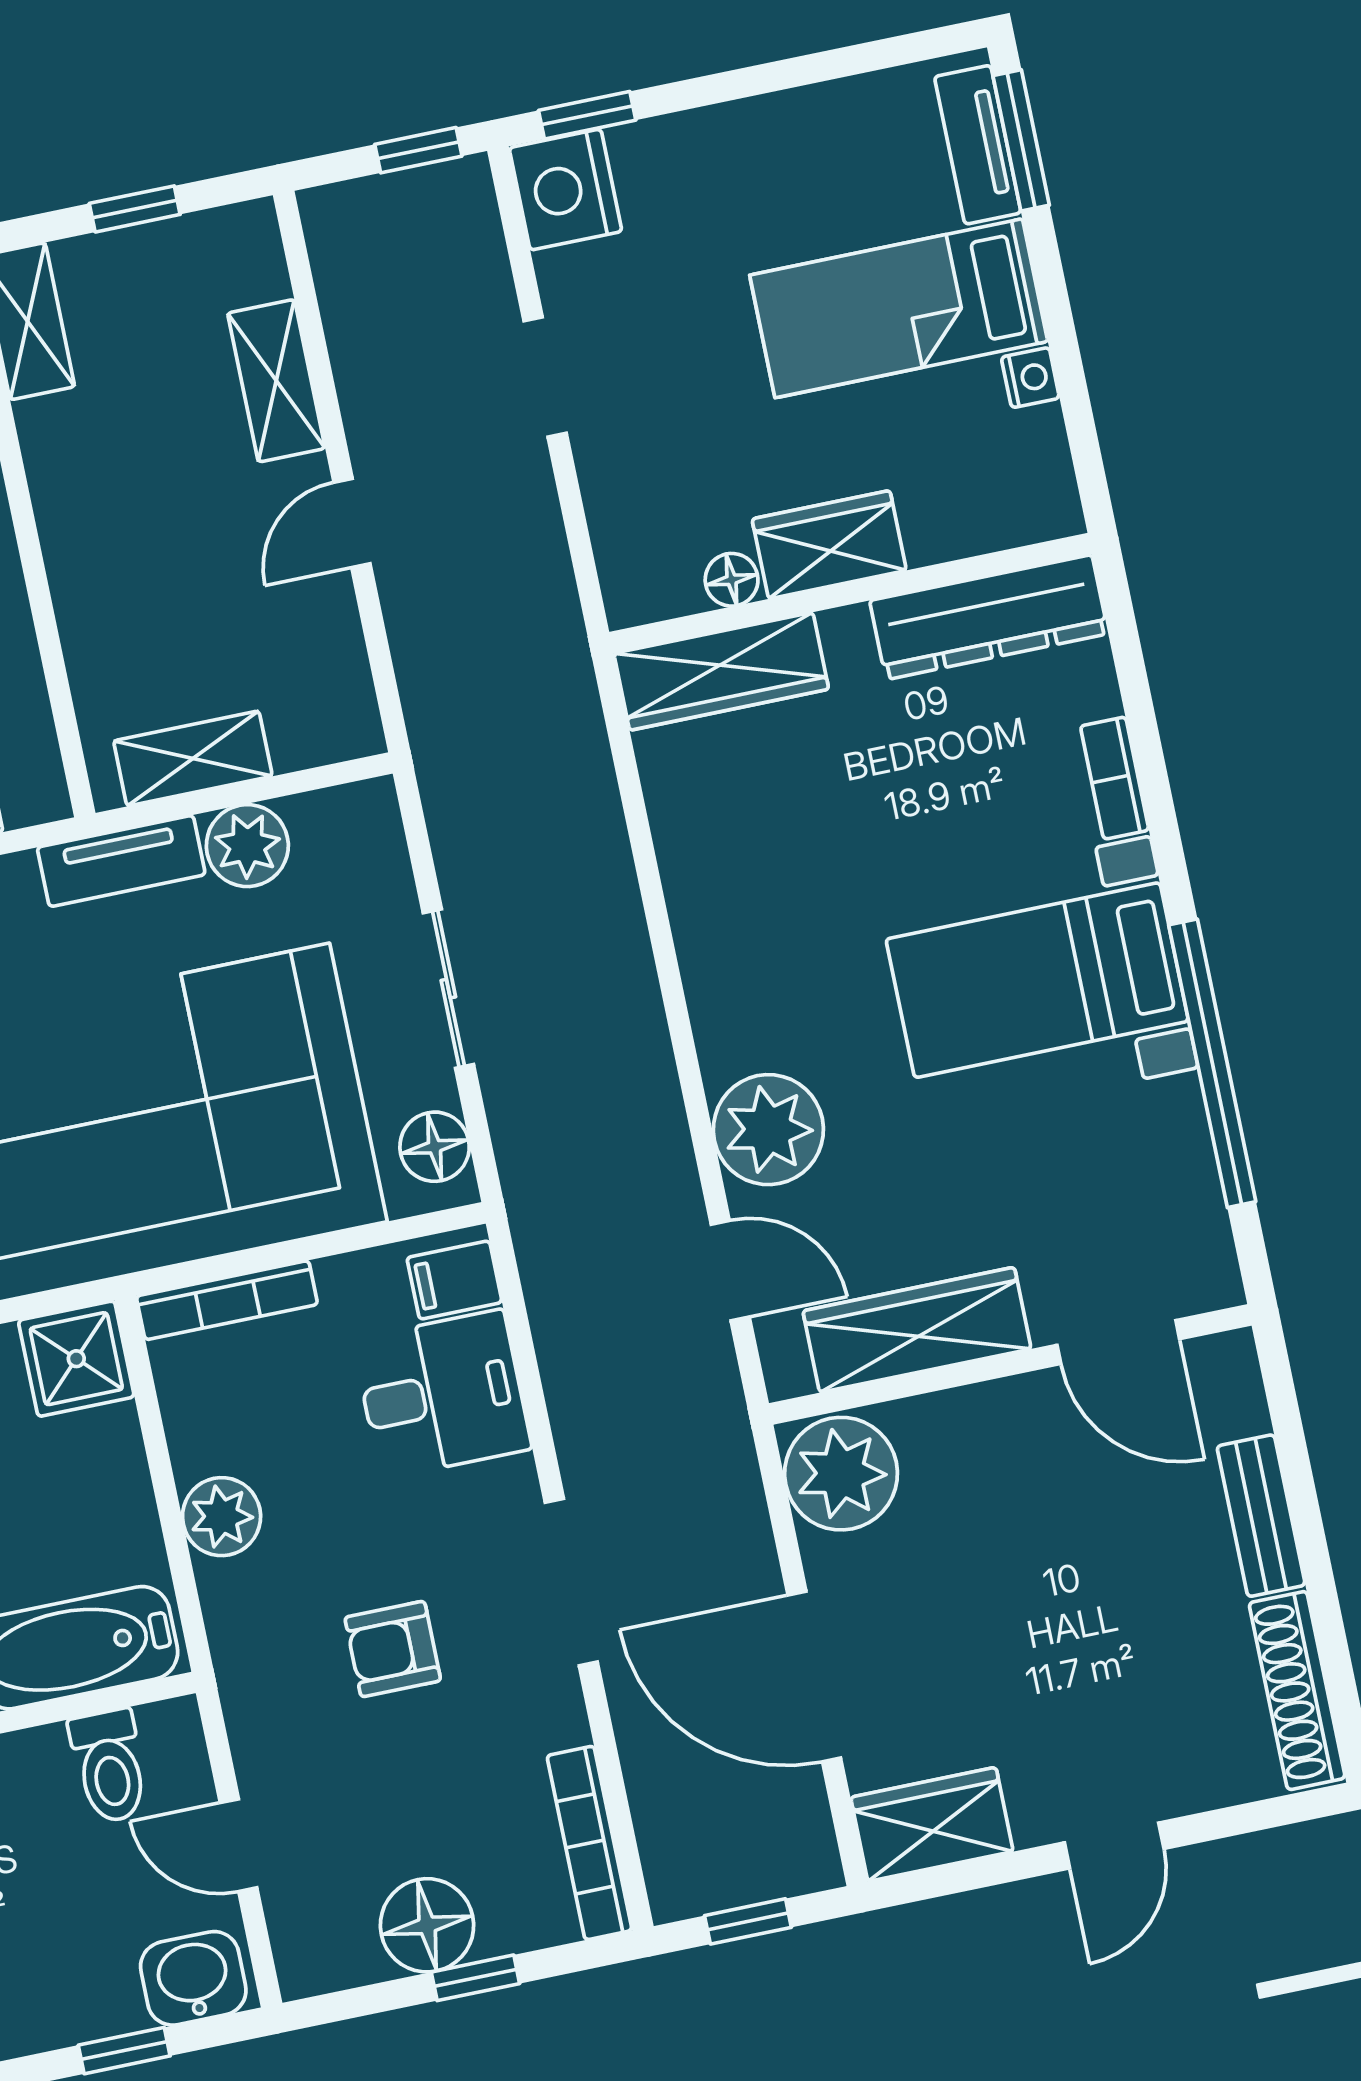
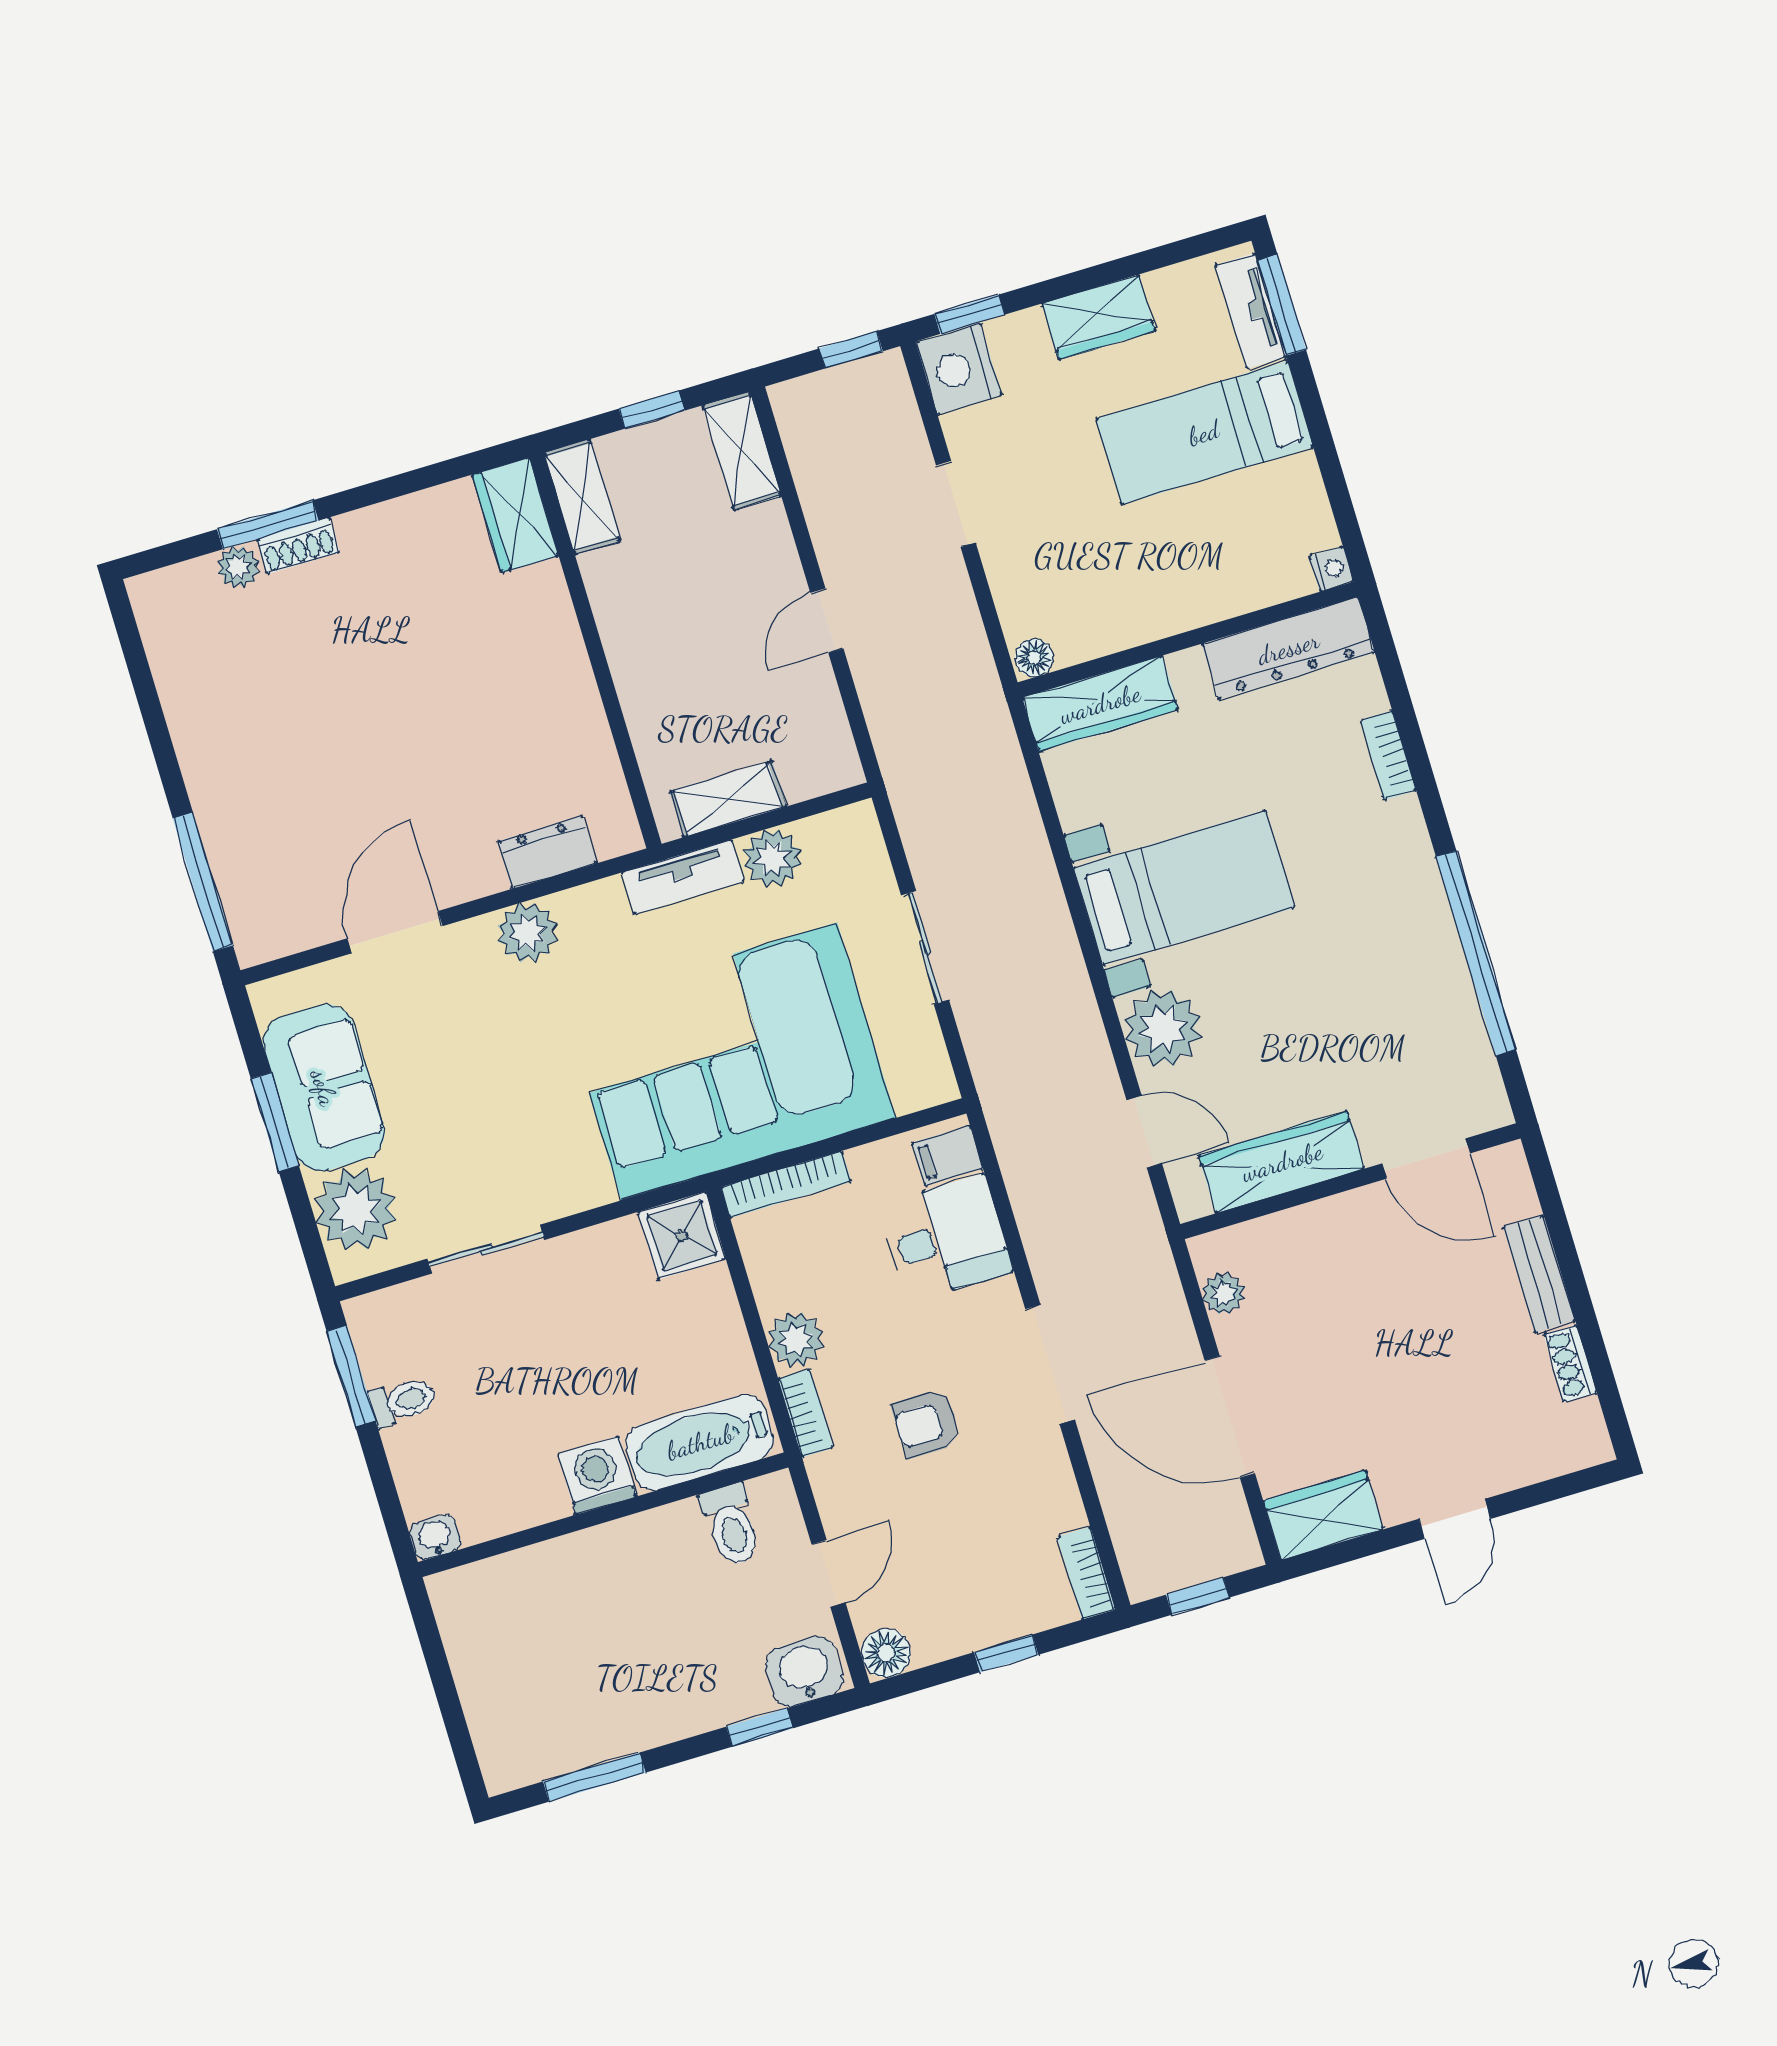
nightstand: (1030, 378) -> (1331, 569), moved
shelving: (276, 381) -> (742, 451), moved
wardrobe: (829, 545) -> (1099, 317), moved, turned 180
floor lamp: (732, 580) -> (1034, 658), moved
bed with nightstands: (1037, 980) -> (1184, 888), moved, turned 180
floor lamp: (435, 1147) -> (925, 1062), removed
plant: (841, 1474) -> (1223, 1293), width x0.53, depth x0.53
bookcase: (227, 1620) -> (806, 1413), added
shoe rack: (1297, 1691) -> (1570, 1363), width x0.51, depth x0.81
bookcase: (589, 1843) -> (1086, 1573), width x0.64
door: (239, 1845) -> (828, 1573), swing flipped
floor lamp: (427, 1925) -> (886, 1653), moved, width x0.73, depth x0.73

